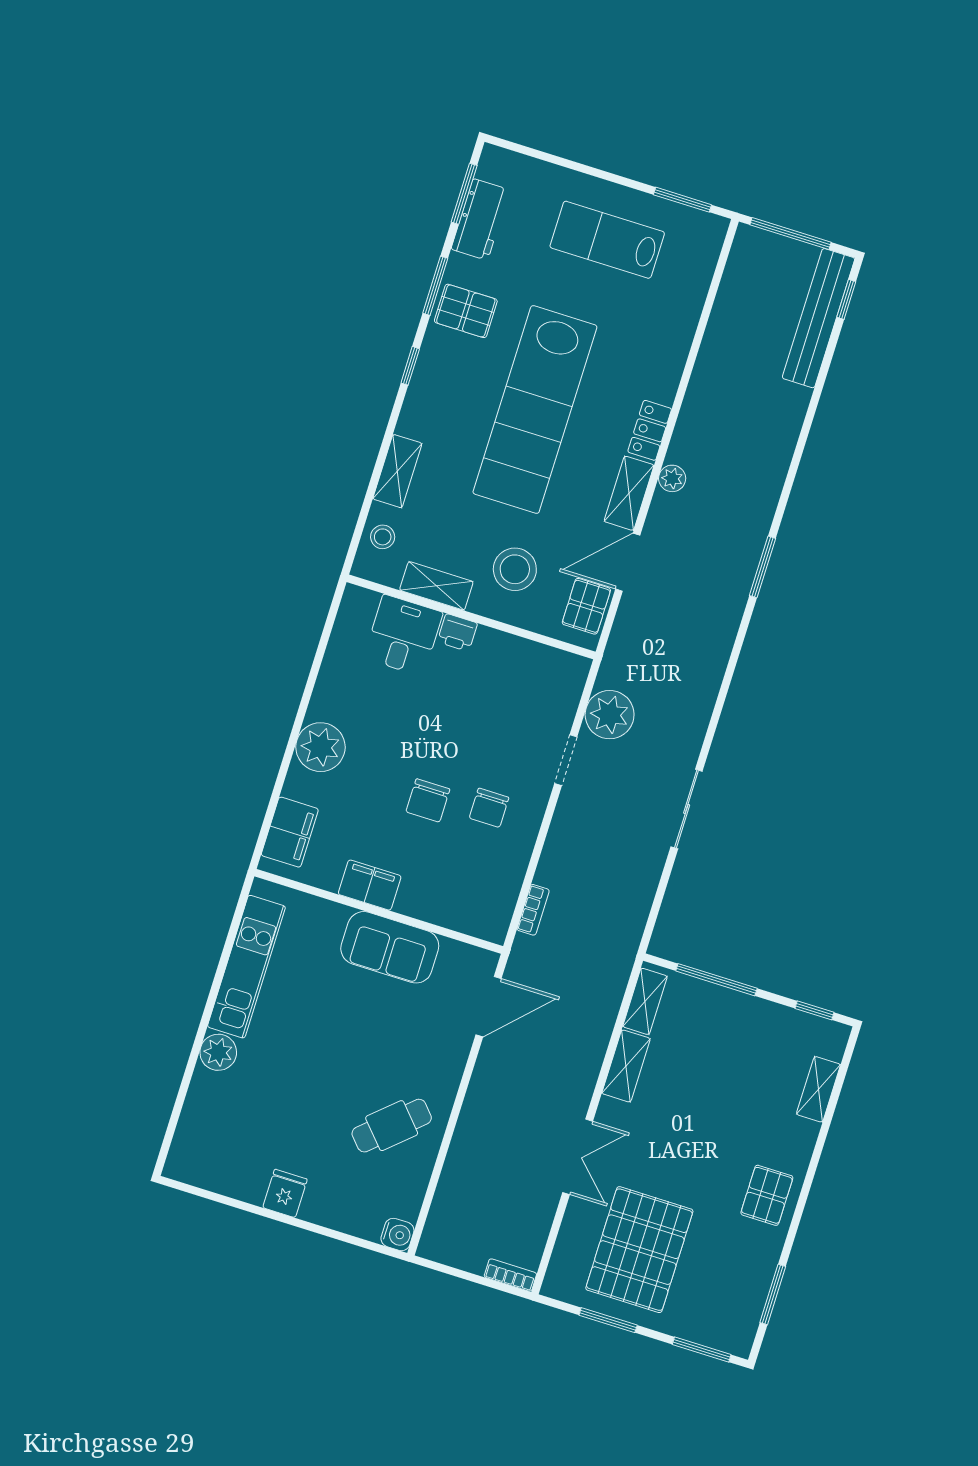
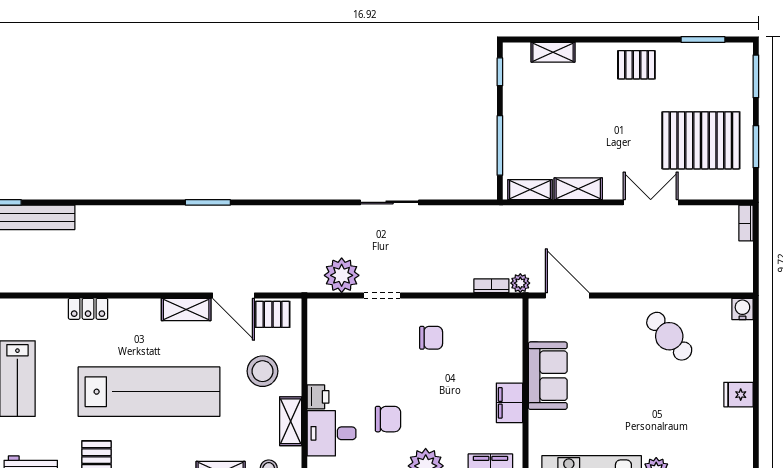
locker: (650, 430) -> (88, 309), moved
plant: (672, 478) -> (520, 283), moved
chair: (428, 800) -> (388, 419), moved

